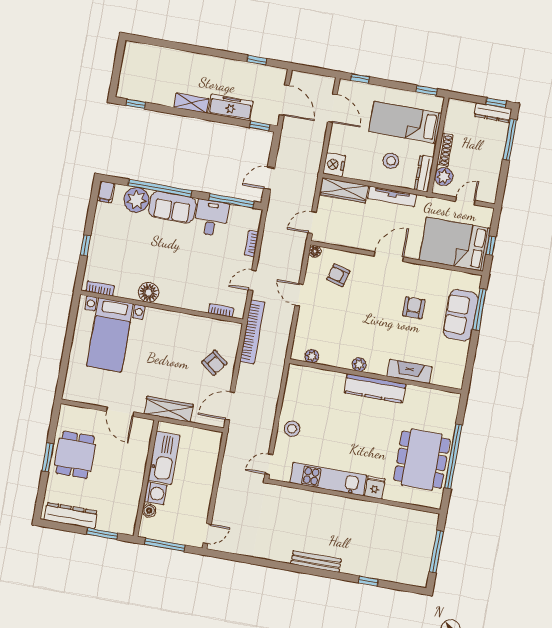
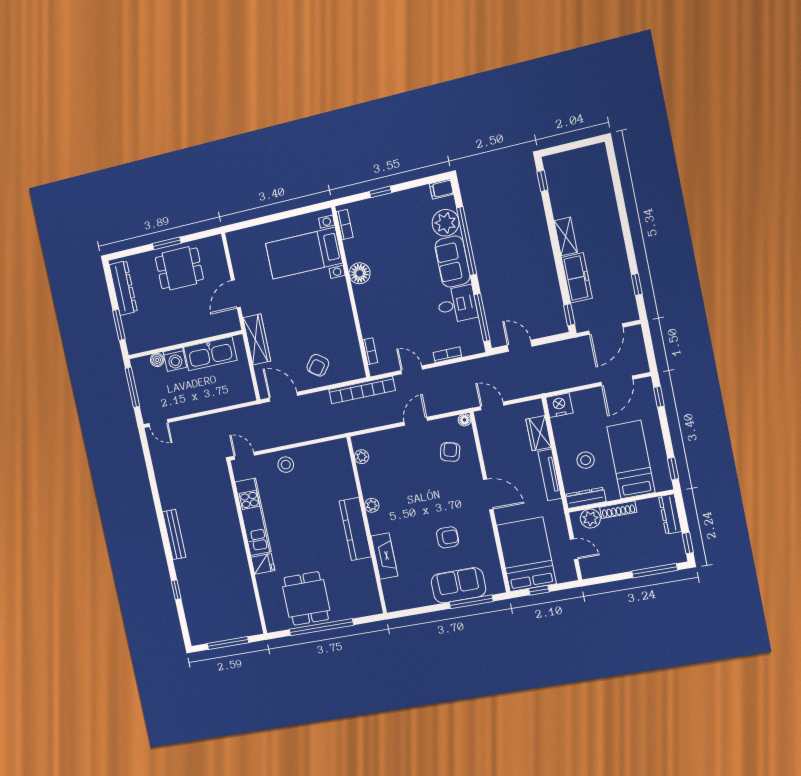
dresser: (493, 113) -> (670, 514), moved
wardrobe: (344, 190) -> (539, 433), width x0.67
dining table: (422, 460) -> (306, 598), width x0.73

